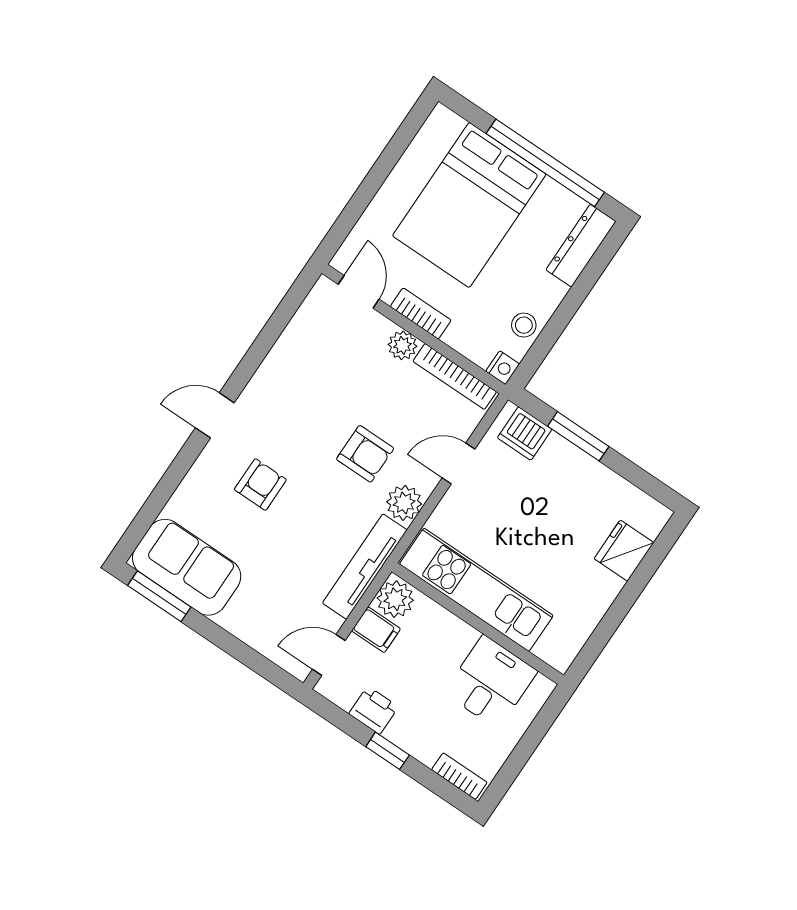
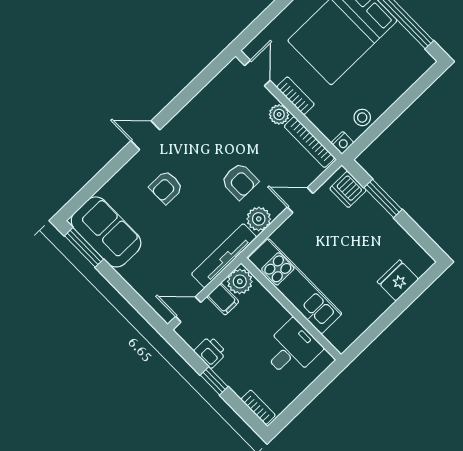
dresser: (581, 246) -> (411, 73), removed
armchair: (260, 485) -> (166, 187), turned 180

